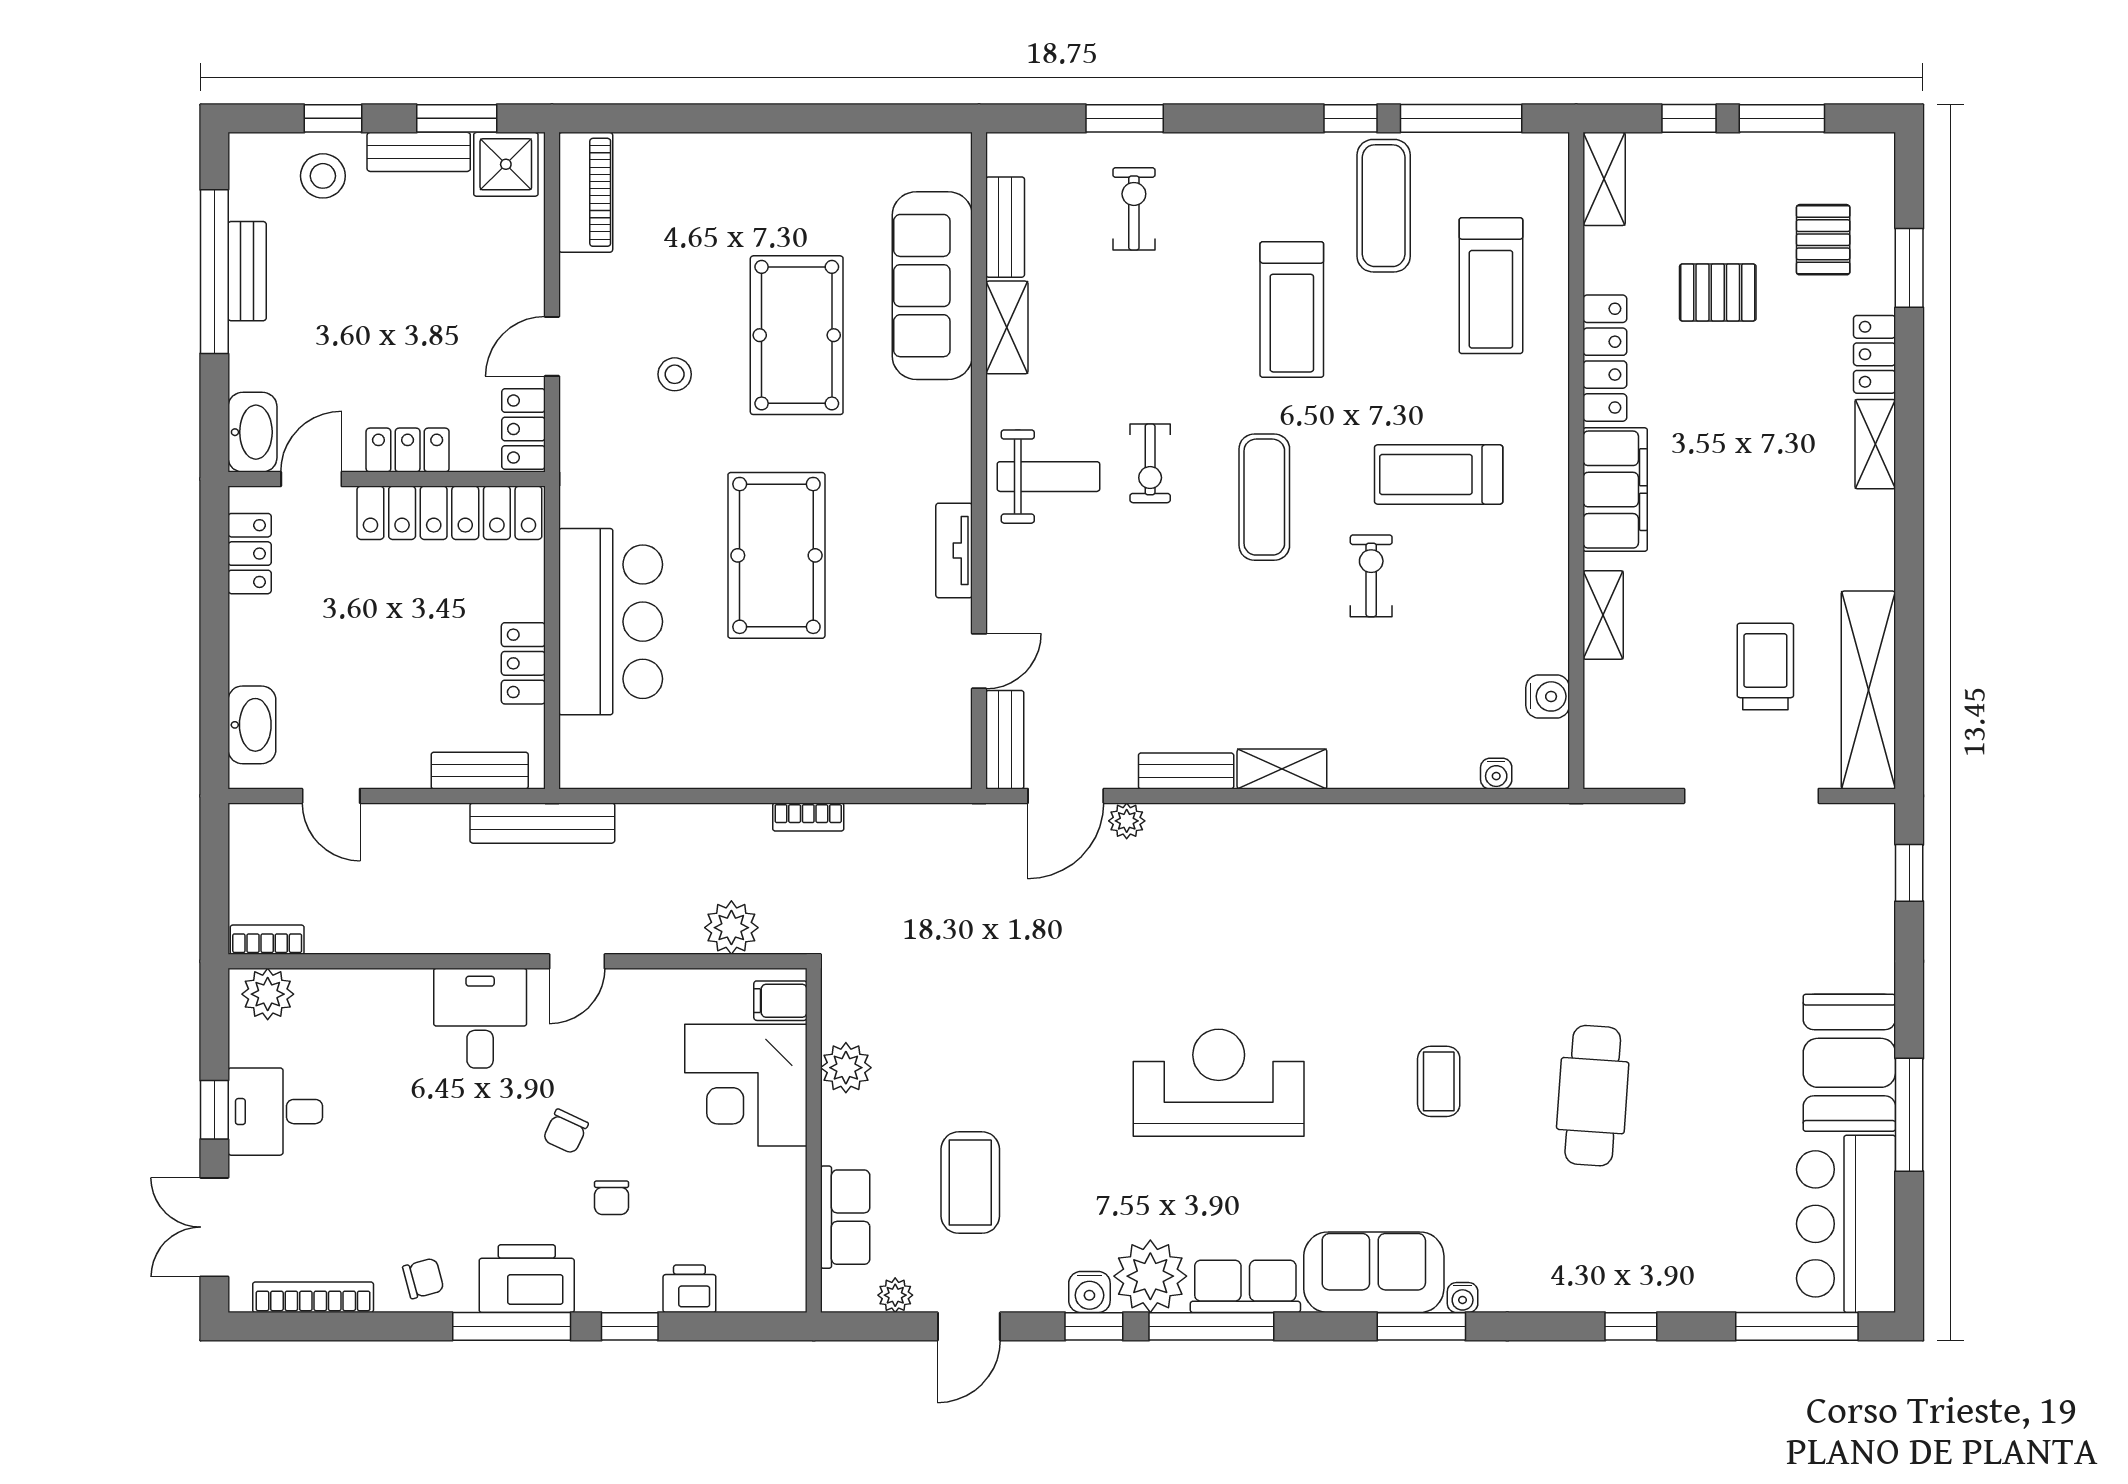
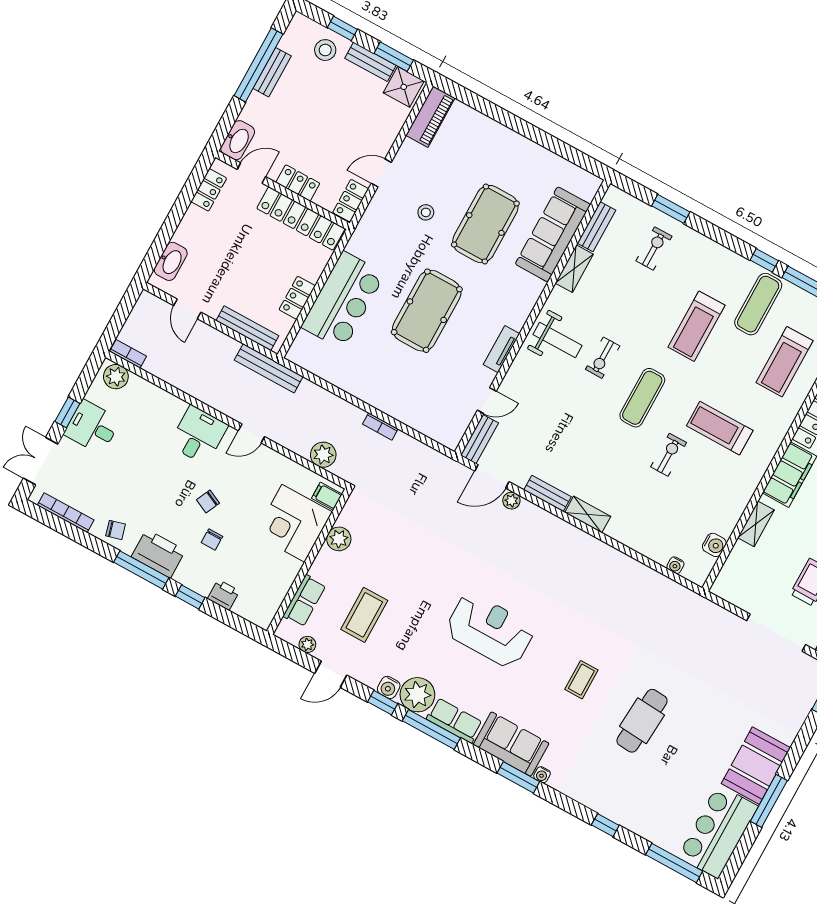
bench: (480, 771) -> (247, 328), width x1.36

